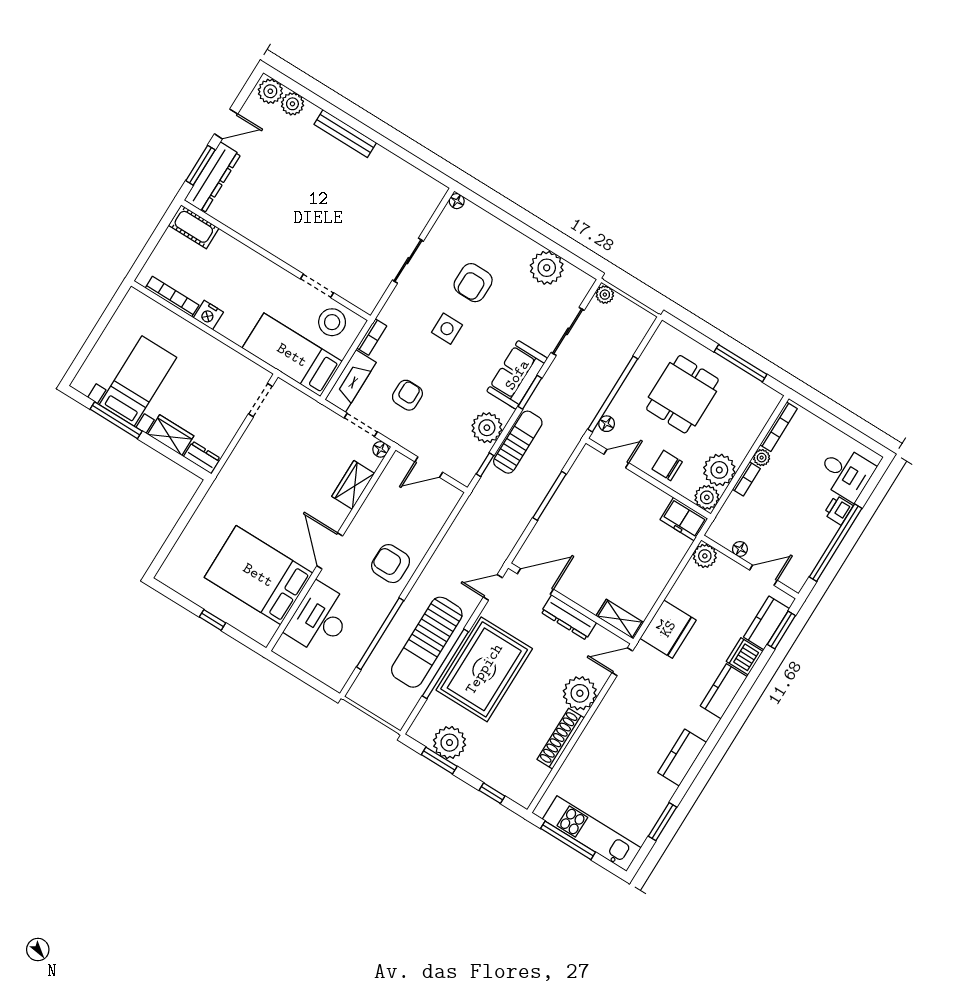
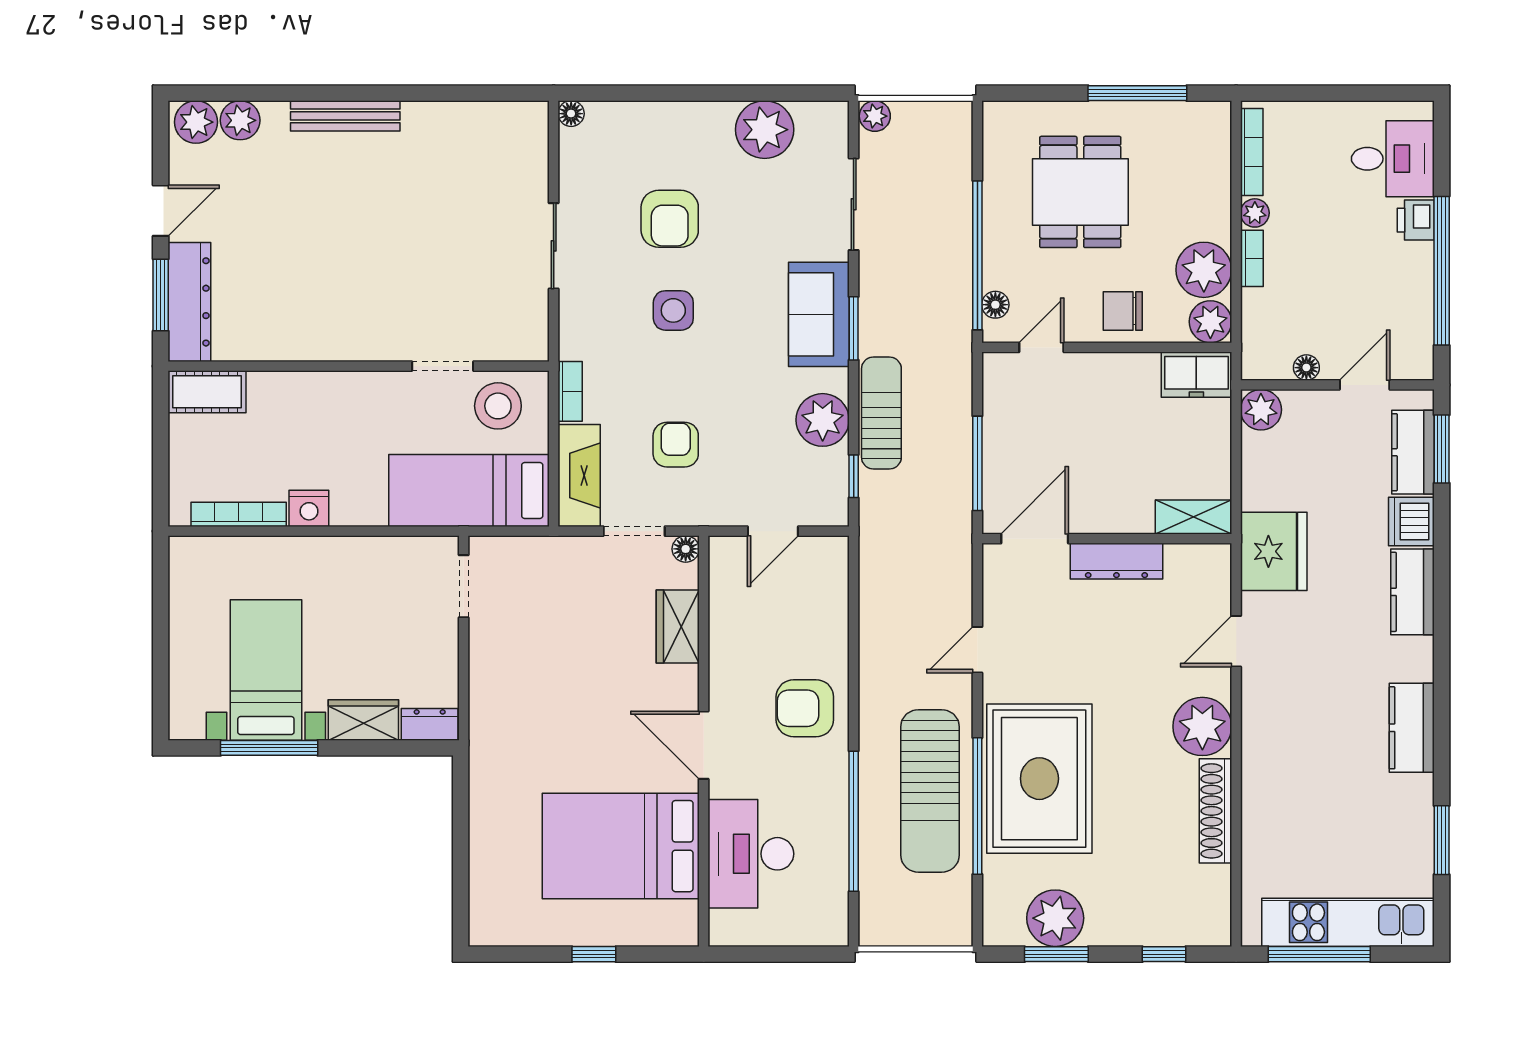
door: (535, 581) -> (1035, 539), moved
wall: (571, 603) -> (1107, 539), moved
dresser: (569, 617) -> (1116, 561), moved
shelving: (620, 619) -> (1193, 517), moved

